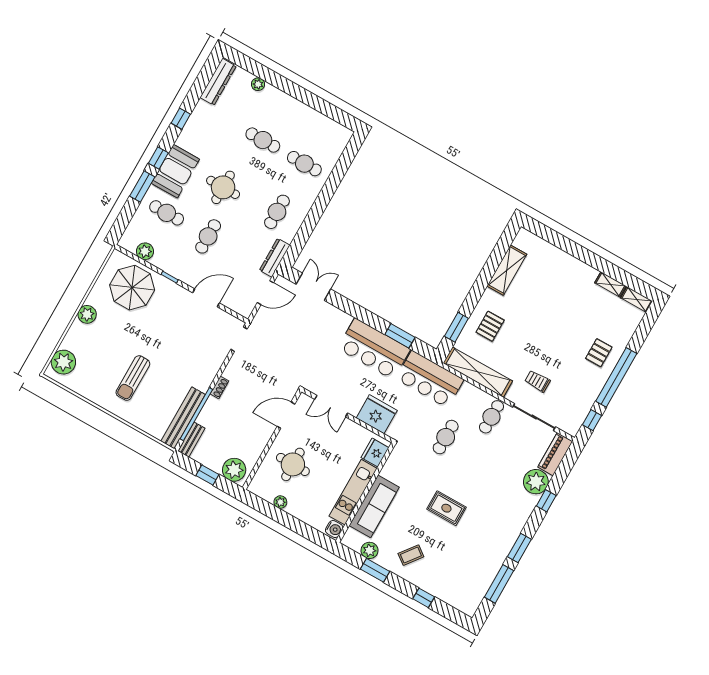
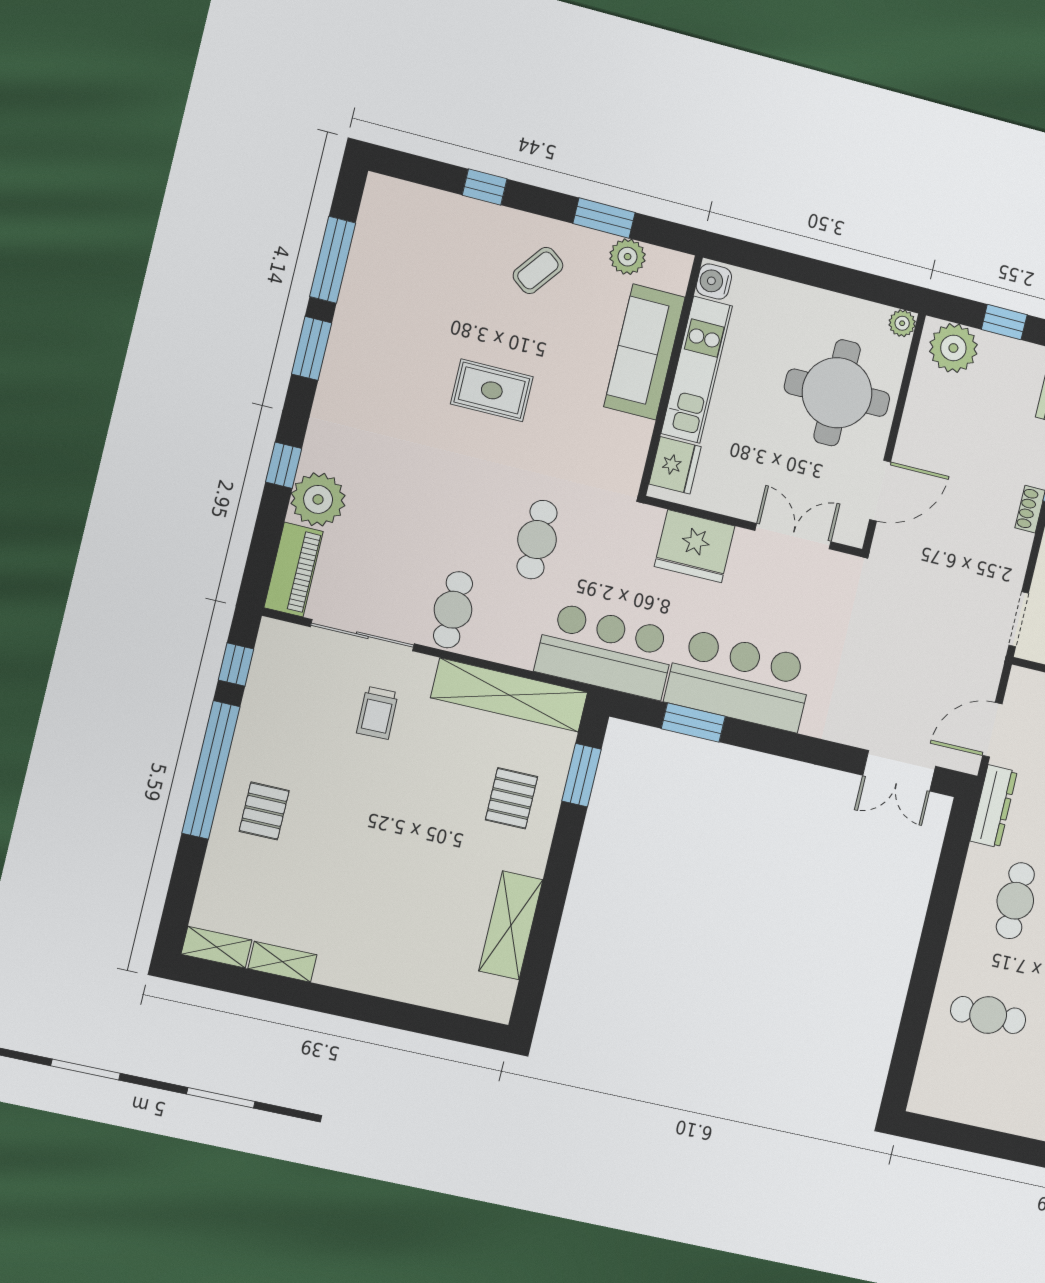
trolley: (538, 381) -> (377, 713), turned 89
round table: (293, 464) -> (837, 393), width x1.36, depth x1.36
plant: (280, 502) -> (902, 323), moved

